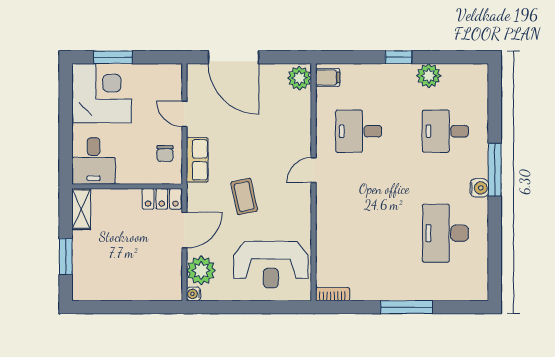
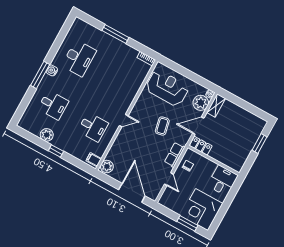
shelving: (81, 209) -> (216, 105), moved

